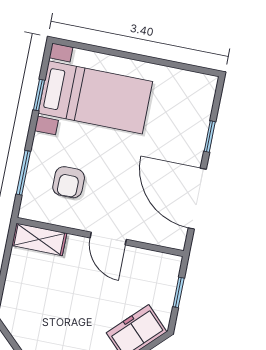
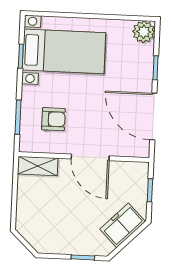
plant: (202, 88) -> (144, 32), added
armchair: (69, 182) -> (53, 119), turned -90
door: (108, 239) -> (90, 157), width x1.38

